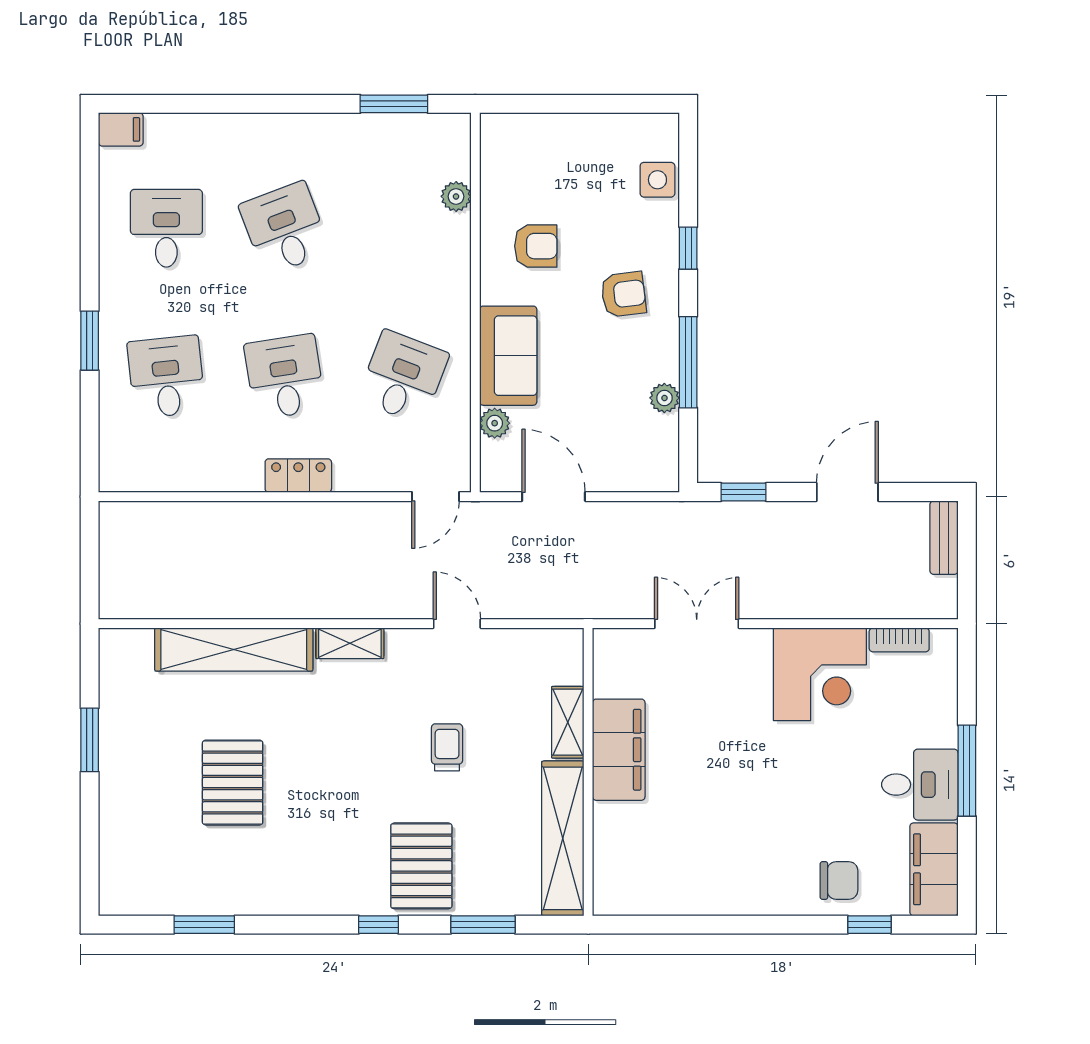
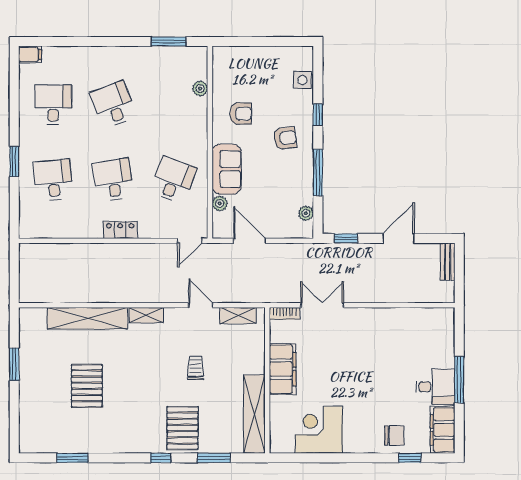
plant: (664, 398) -> (306, 213), moved
bookcase: (899, 640) -> (285, 313), moved
corner desk: (820, 674) -> (319, 430), moved, turned 180
shelving: (568, 722) -> (238, 315), moved, turned 90

